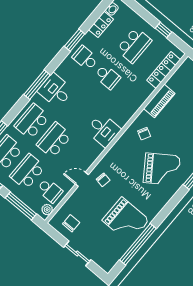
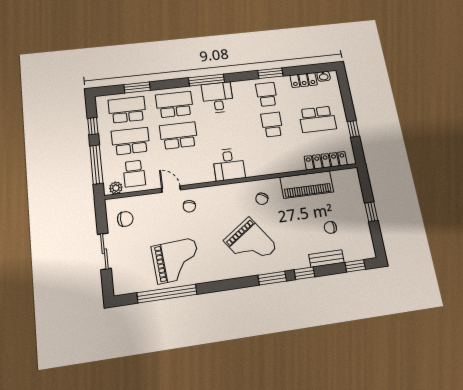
school desk: (107, 77) -> (272, 125), turned 180
piano: (159, 101) -> (307, 185), width x1.37, depth x1.33
grand piano: (126, 220) -> (176, 261), turned -94

